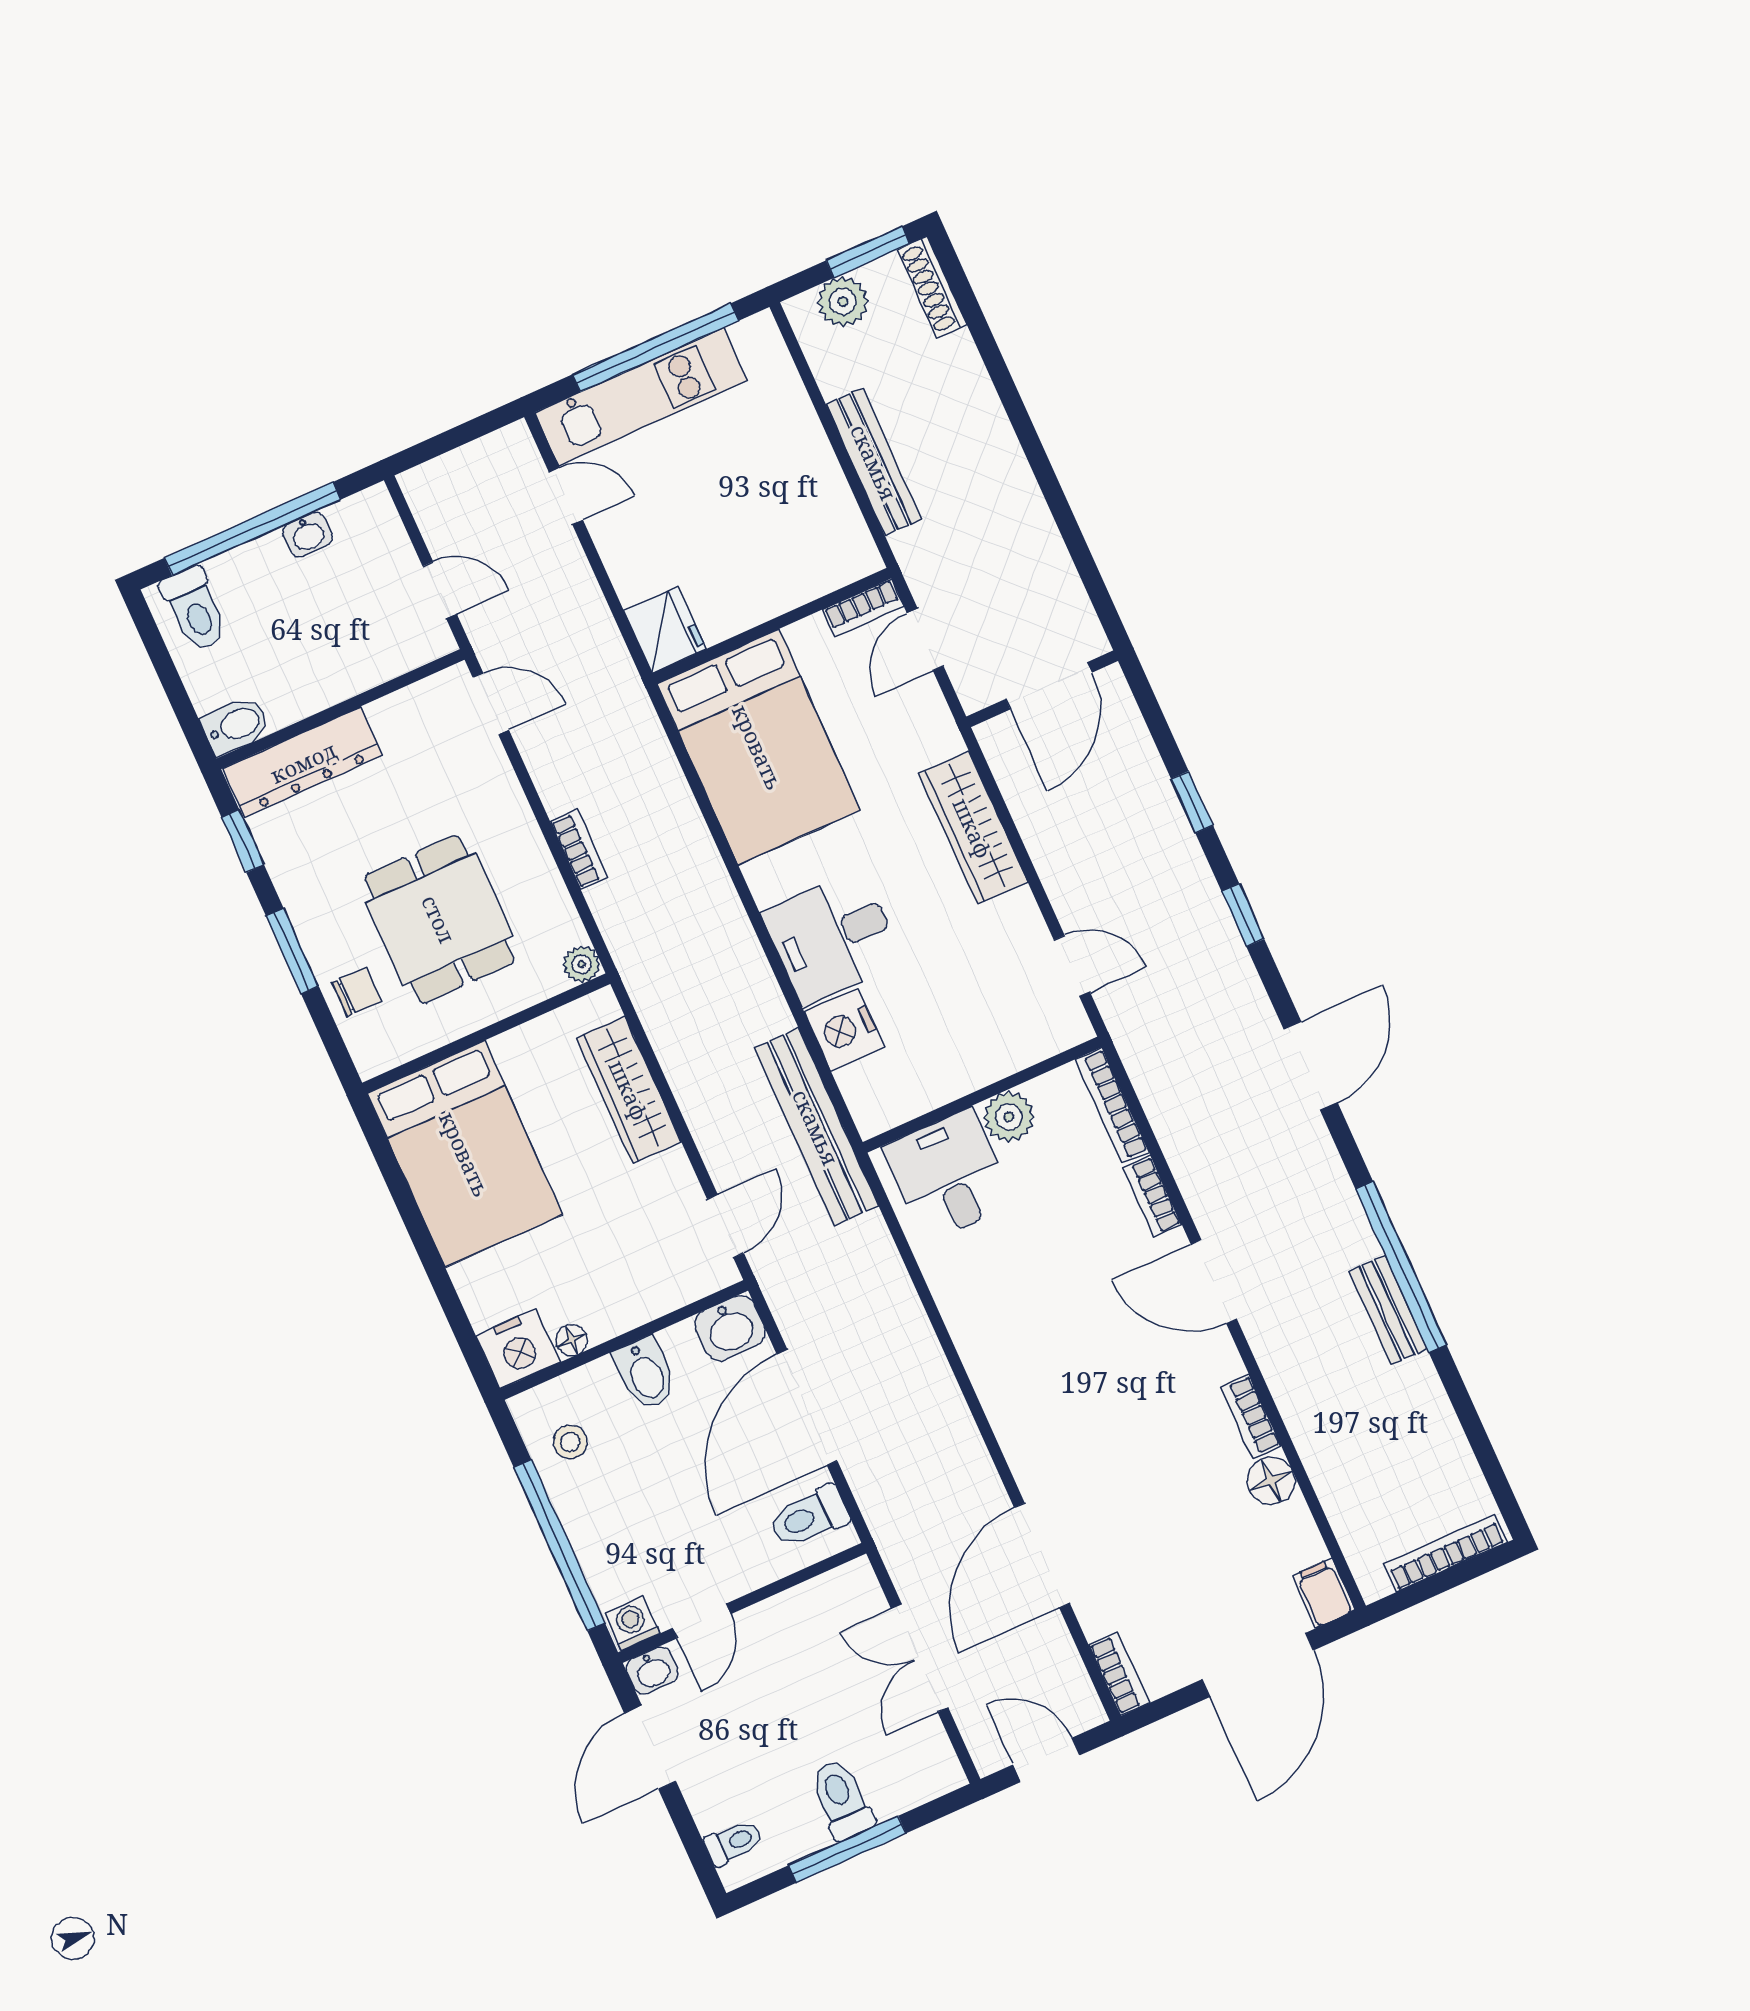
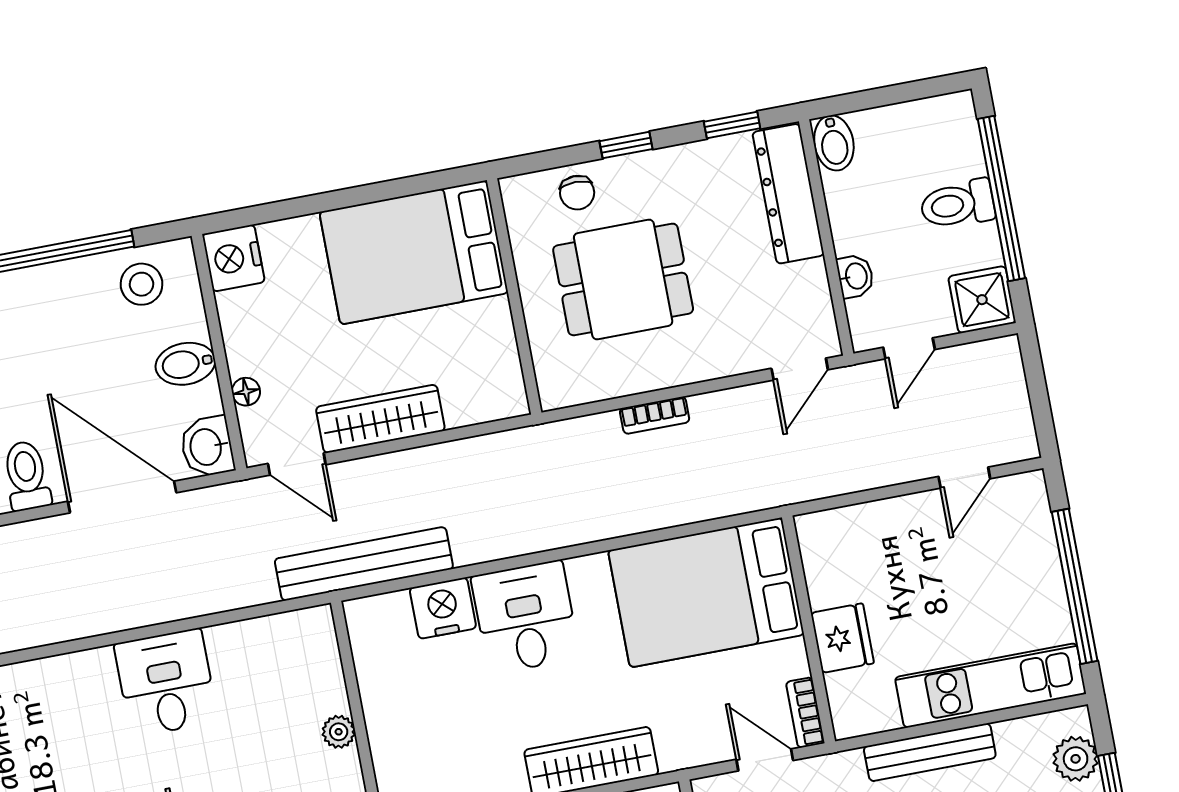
kitchen unit: (641, 397) -> (990, 685), moved, turned 90
shower: (368, 523) -> (982, 300), added
washbasin: (308, 534) -> (855, 276), moved, turned 180
toilet: (195, 609) -> (957, 204), moved
fridge: (665, 630) -> (842, 638), moved, turned -90
window: (292, 951) -> (626, 145), width x0.67
plant: (582, 964) -> (554, 394), removed
wardrobe: (629, 1090) -> (380, 419), moved
plant: (1009, 1117) -> (339, 732), width x0.73, depth x0.73
desk: (948, 1175) -> (166, 683), moved, turned -90
floor lamp: (572, 1340) -> (246, 392), moved
stool: (570, 1442) -> (142, 284), width x1.37, depth x1.37

